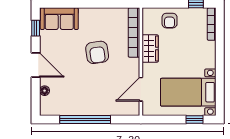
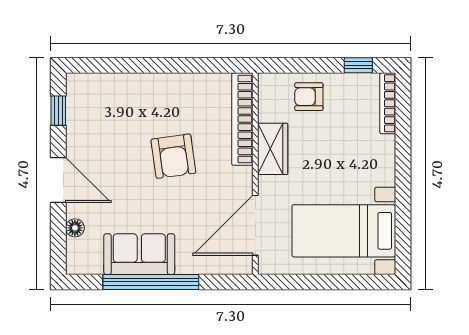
sofa: (59, 19) -> (139, 254), moved, turned 180
armchair: (170, 21) -> (309, 97), turned 90
door: (141, 89) -> (255, 225), width x1.36
window: (194, 120) -> (356, 282), removed

